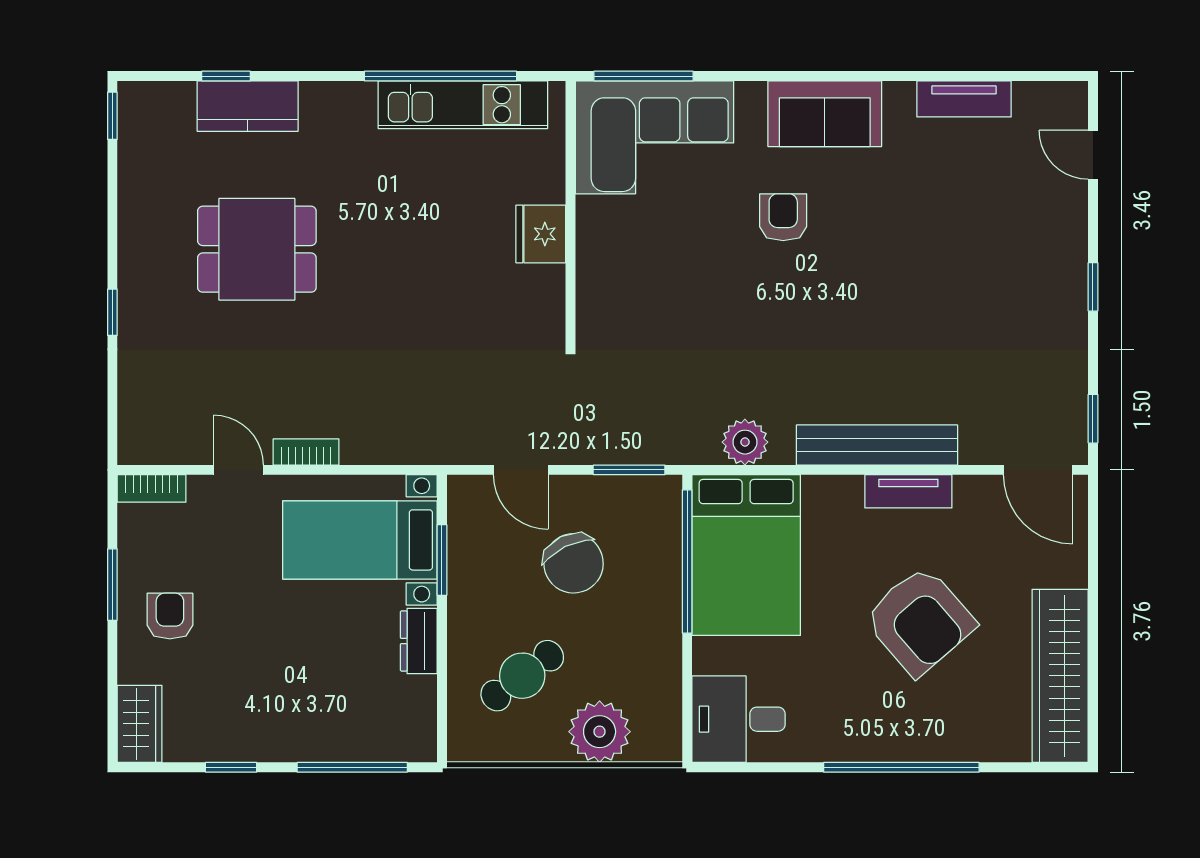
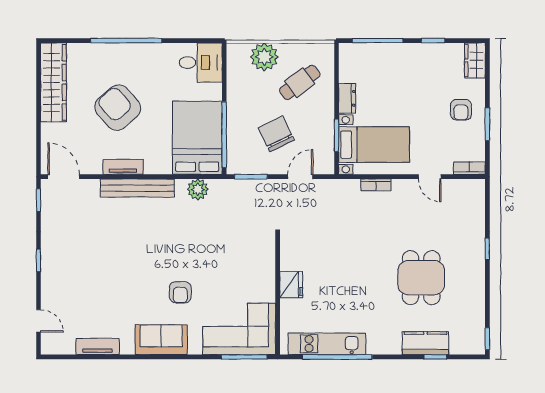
dining table: (257, 249) -> (421, 278), turned 90
bookcase: (306, 452) -> (376, 185), moved
door: (521, 470) -> (300, 177), hinge flipped

